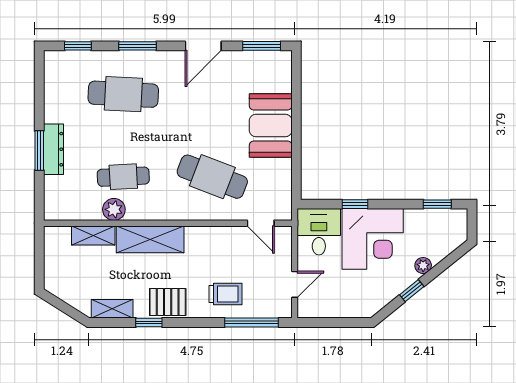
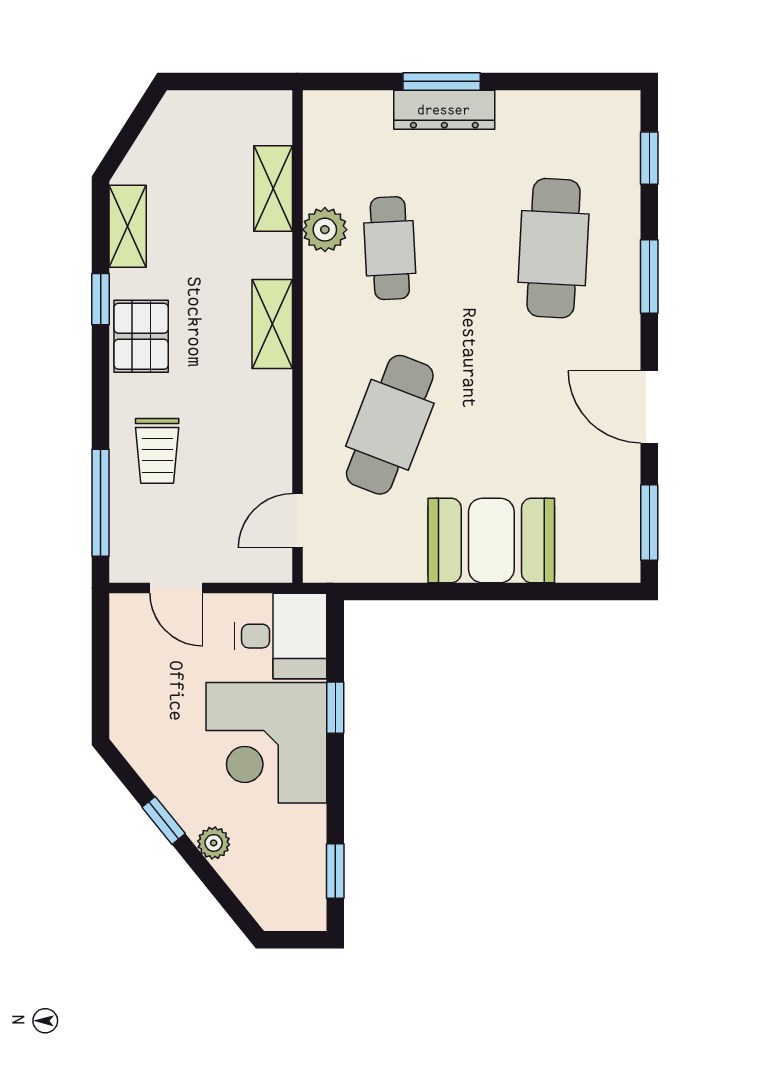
shelving: (150, 239) -> (272, 324), width x0.67, depth x0.75

